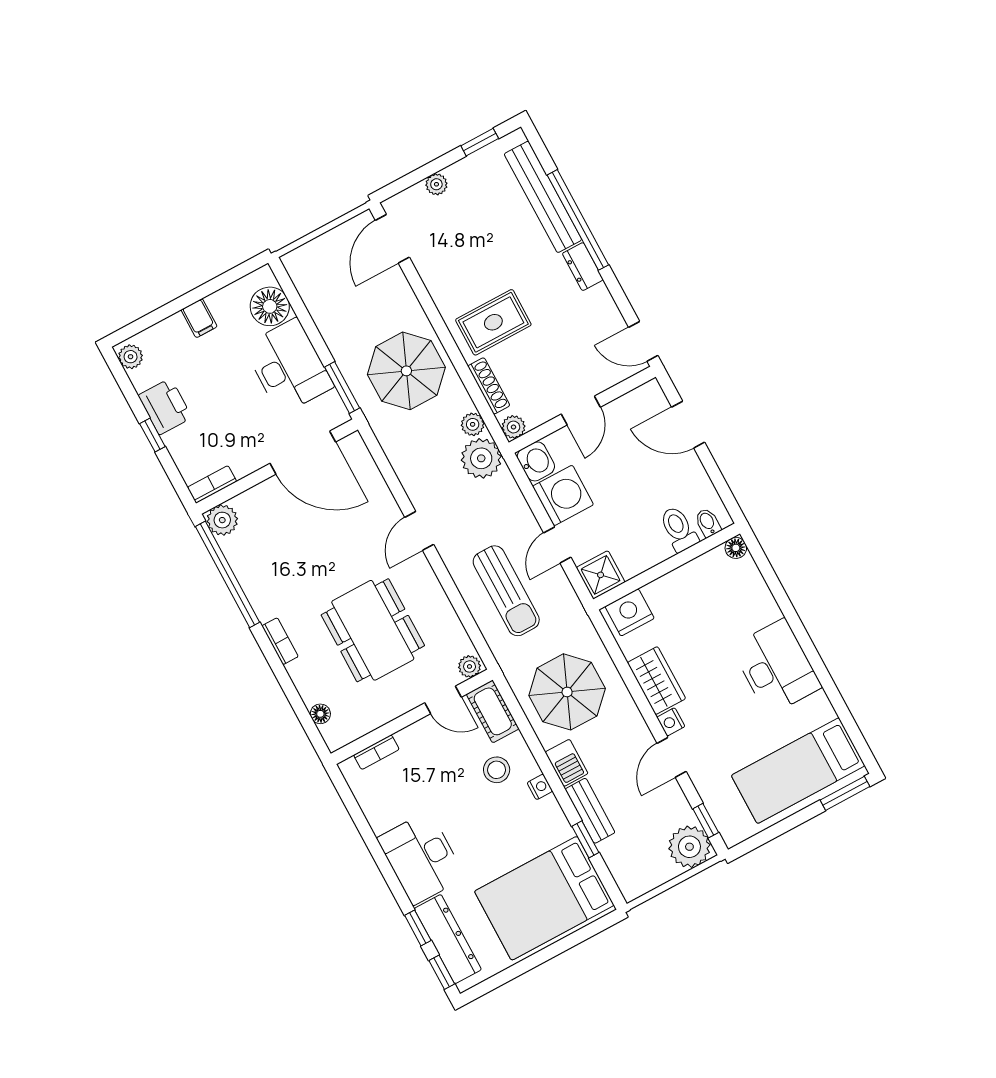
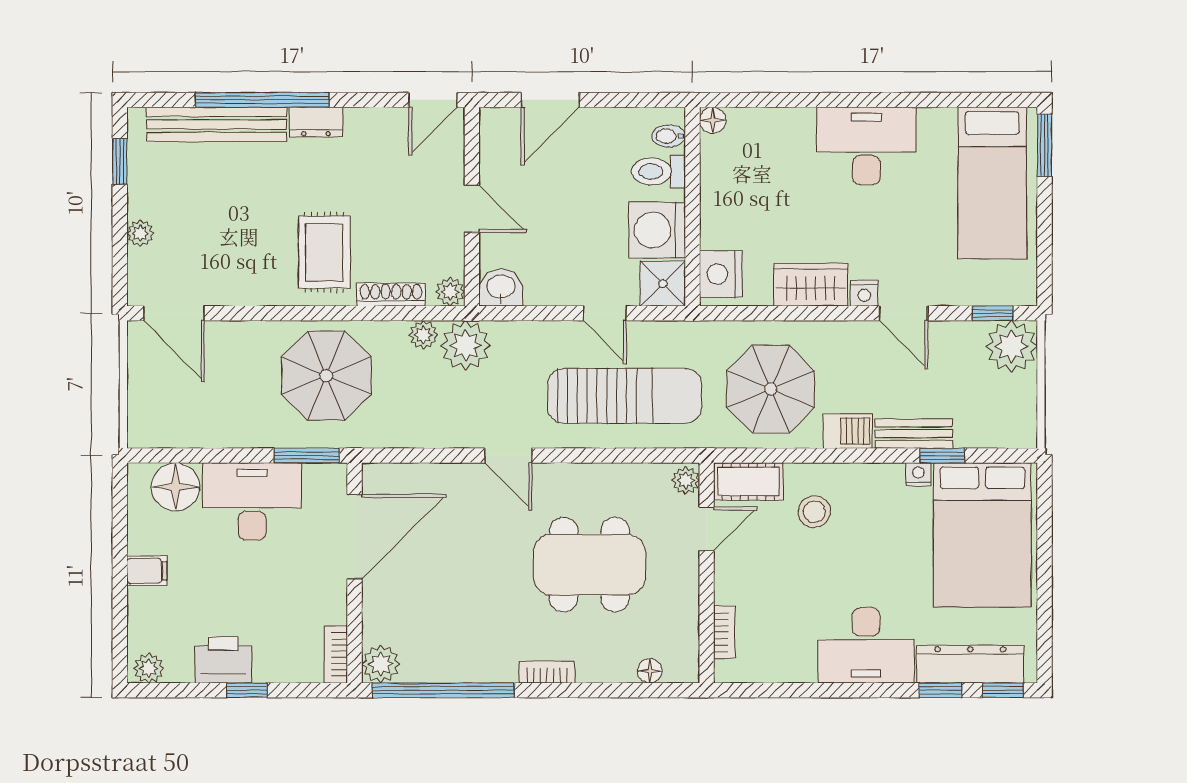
washing machine: (563, 495) -> (657, 230), moved, turned -90
sun lounger: (506, 591) -> (625, 396), width x1.36, depth x1.34
nightstand: (540, 787) -> (918, 474), moved

